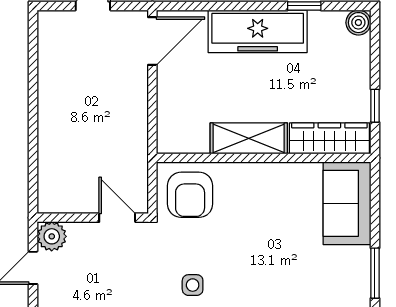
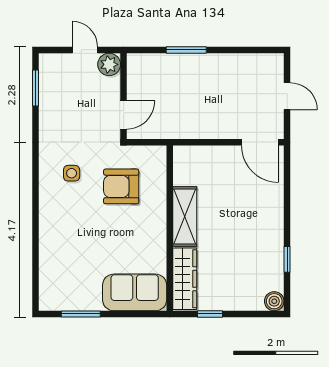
freezer: (258, 31) -> (267, 223), removed
window: (33, 137) -> (186, 50), added
armchair: (190, 195) -> (121, 186), moved

